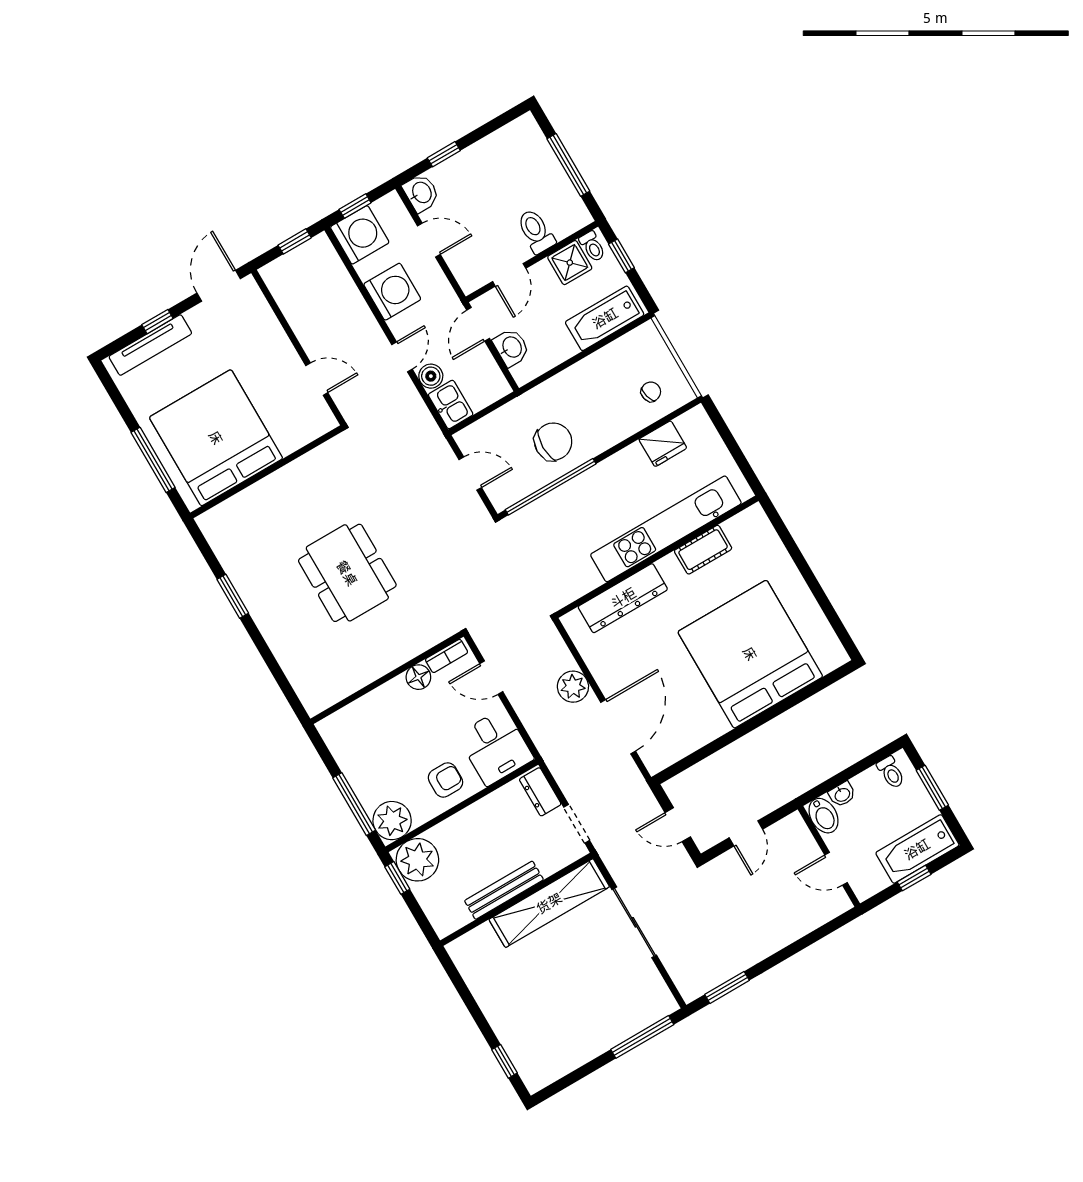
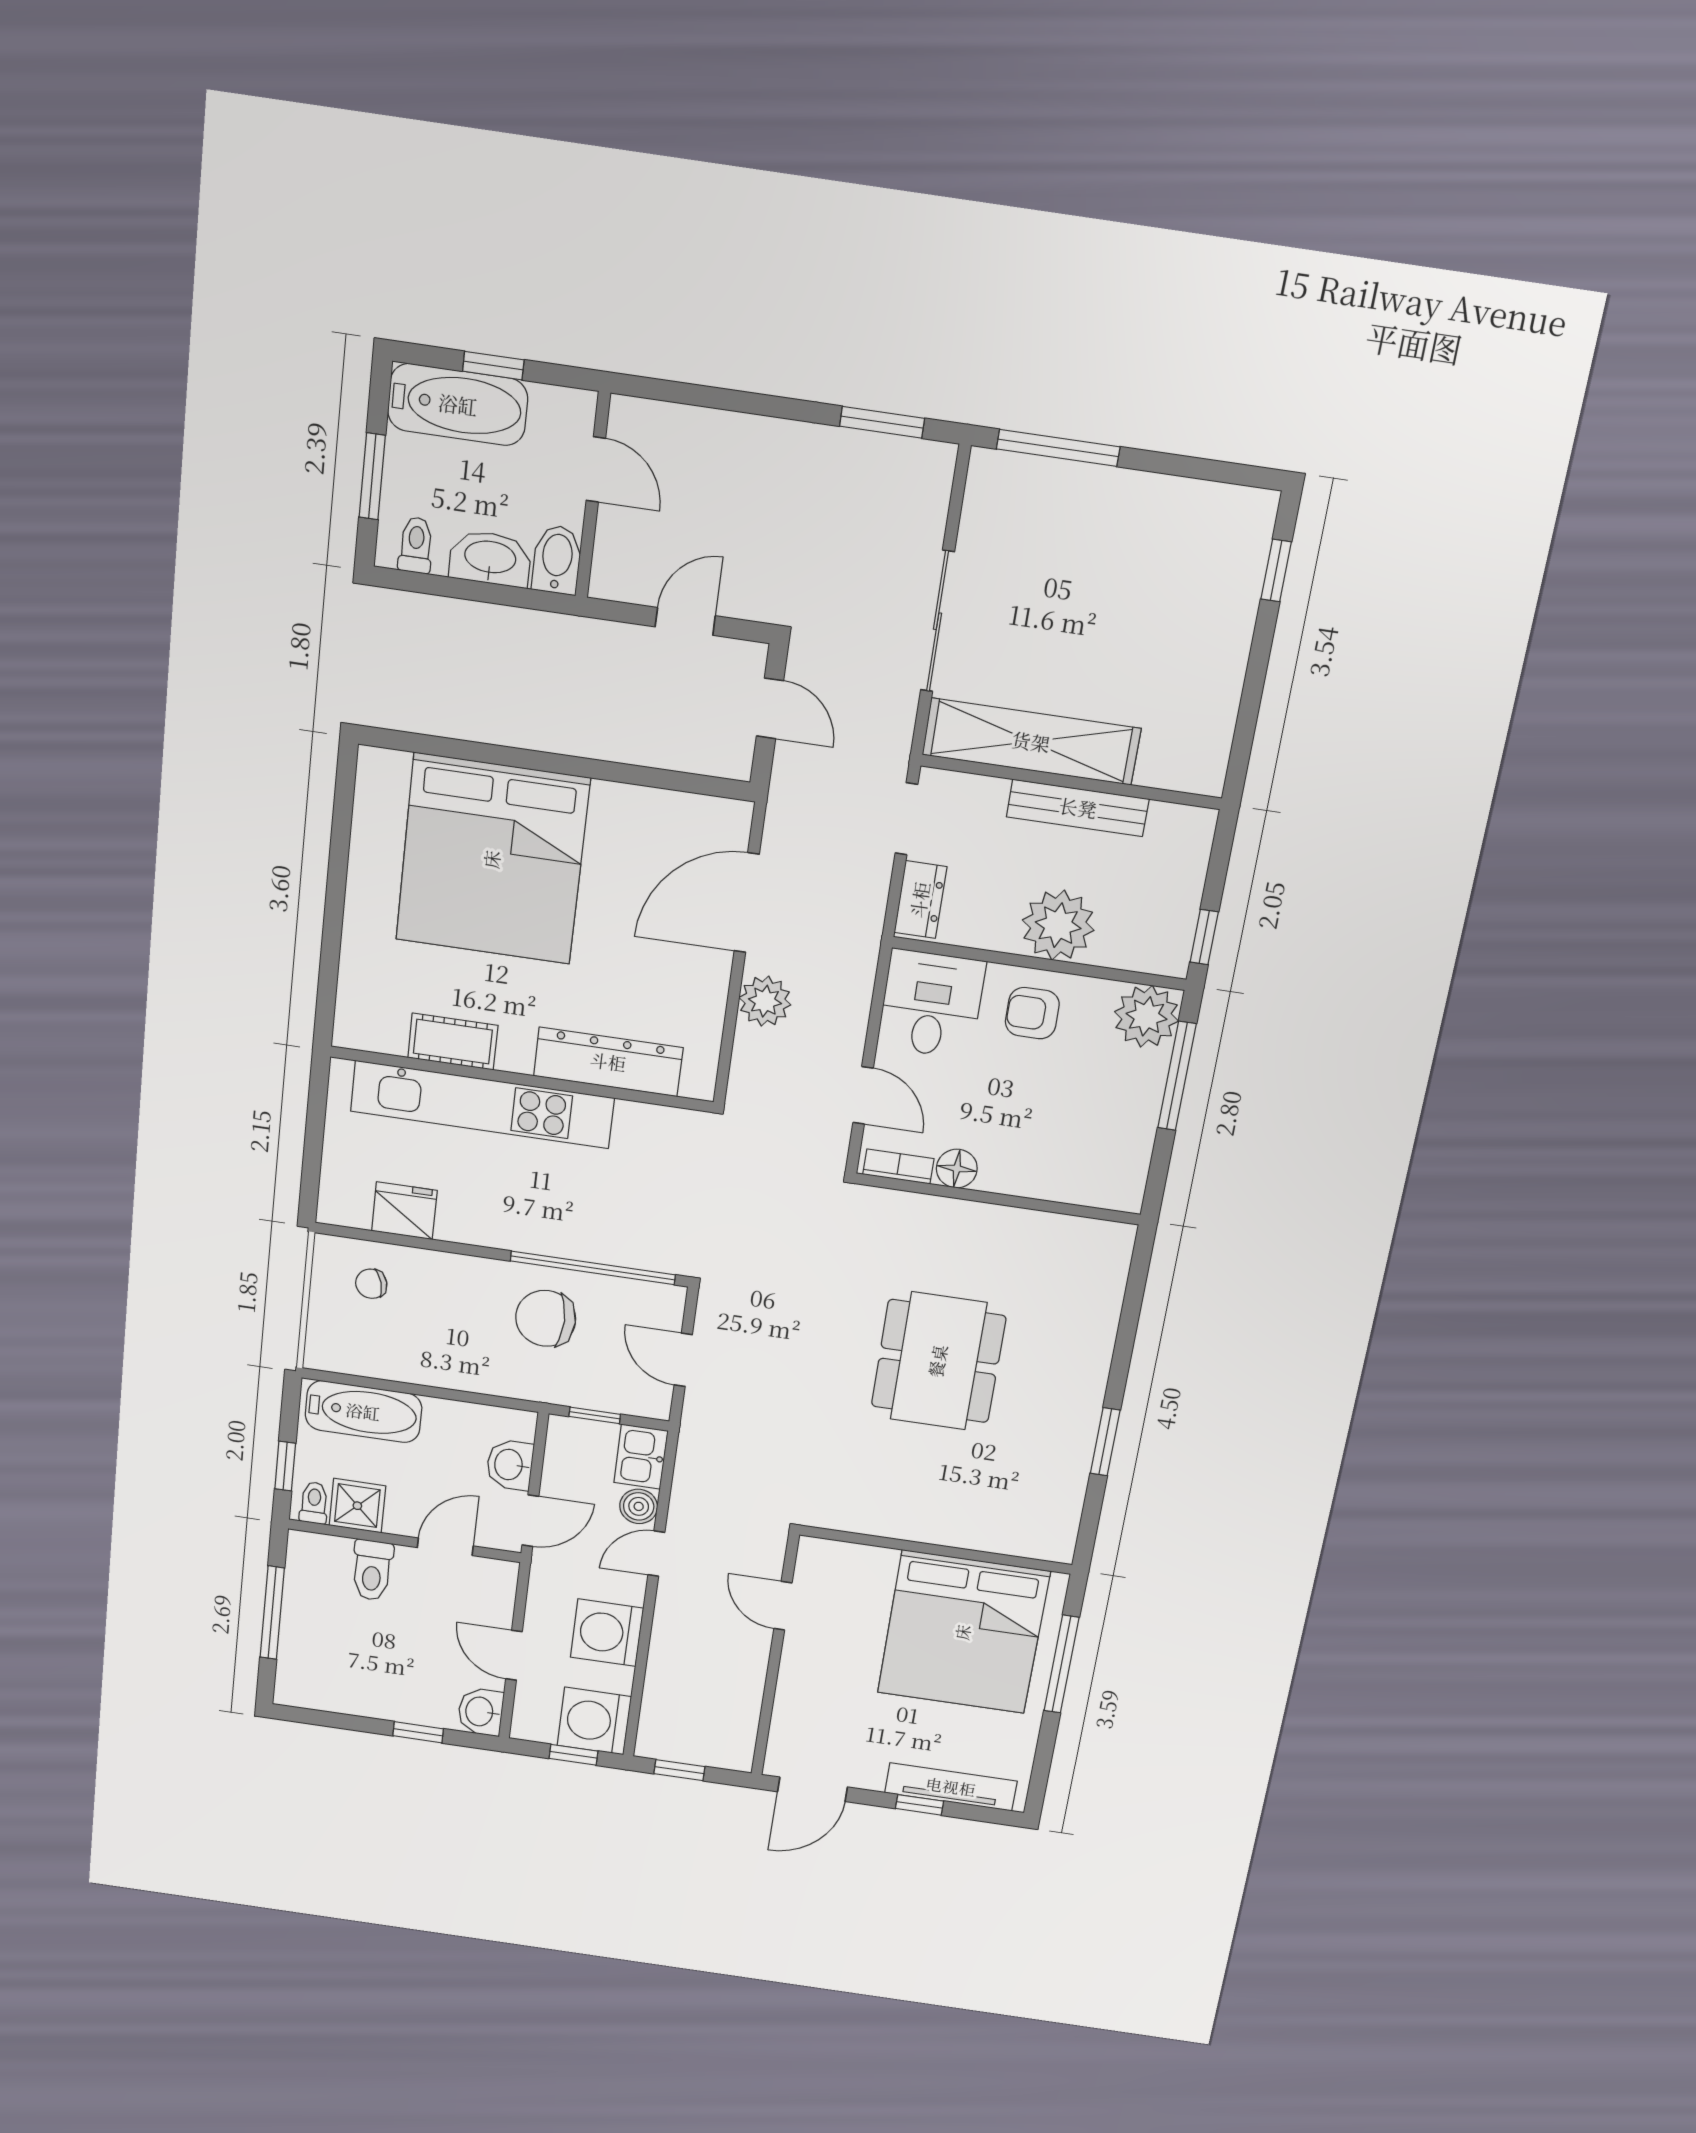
window: (490, 409) -> (595, 1415), added
washbasin: (842, 794) -> (490, 558), width x1.91, depth x1.45
plant: (417, 860) -> (1058, 925), moved

